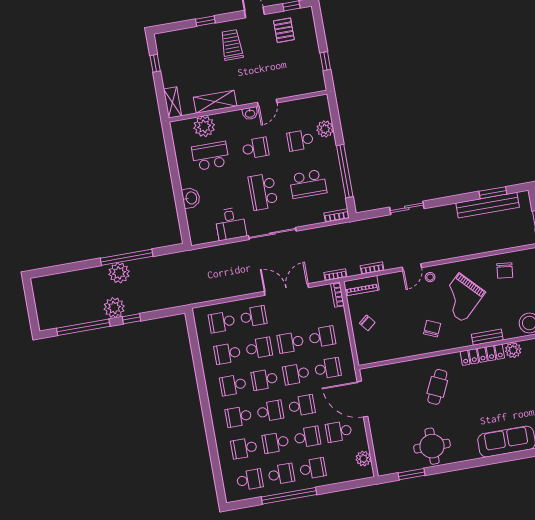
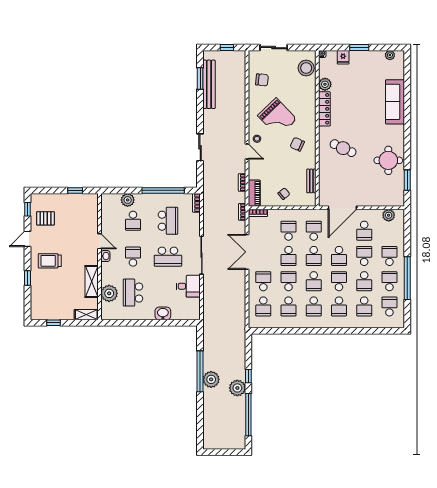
bench: (487, 337) -> (311, 181), moved
school desk: (302, 405) -> (339, 256), turned 180

